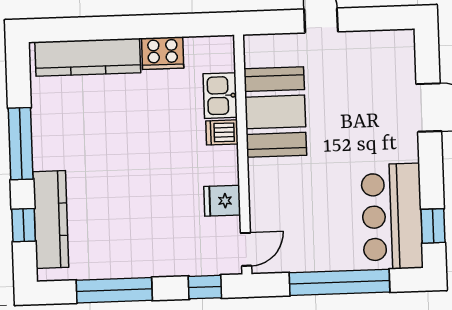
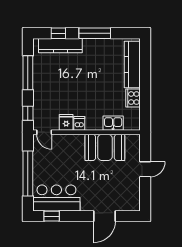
dishwasher: (222, 132) -> (79, 123), moved

